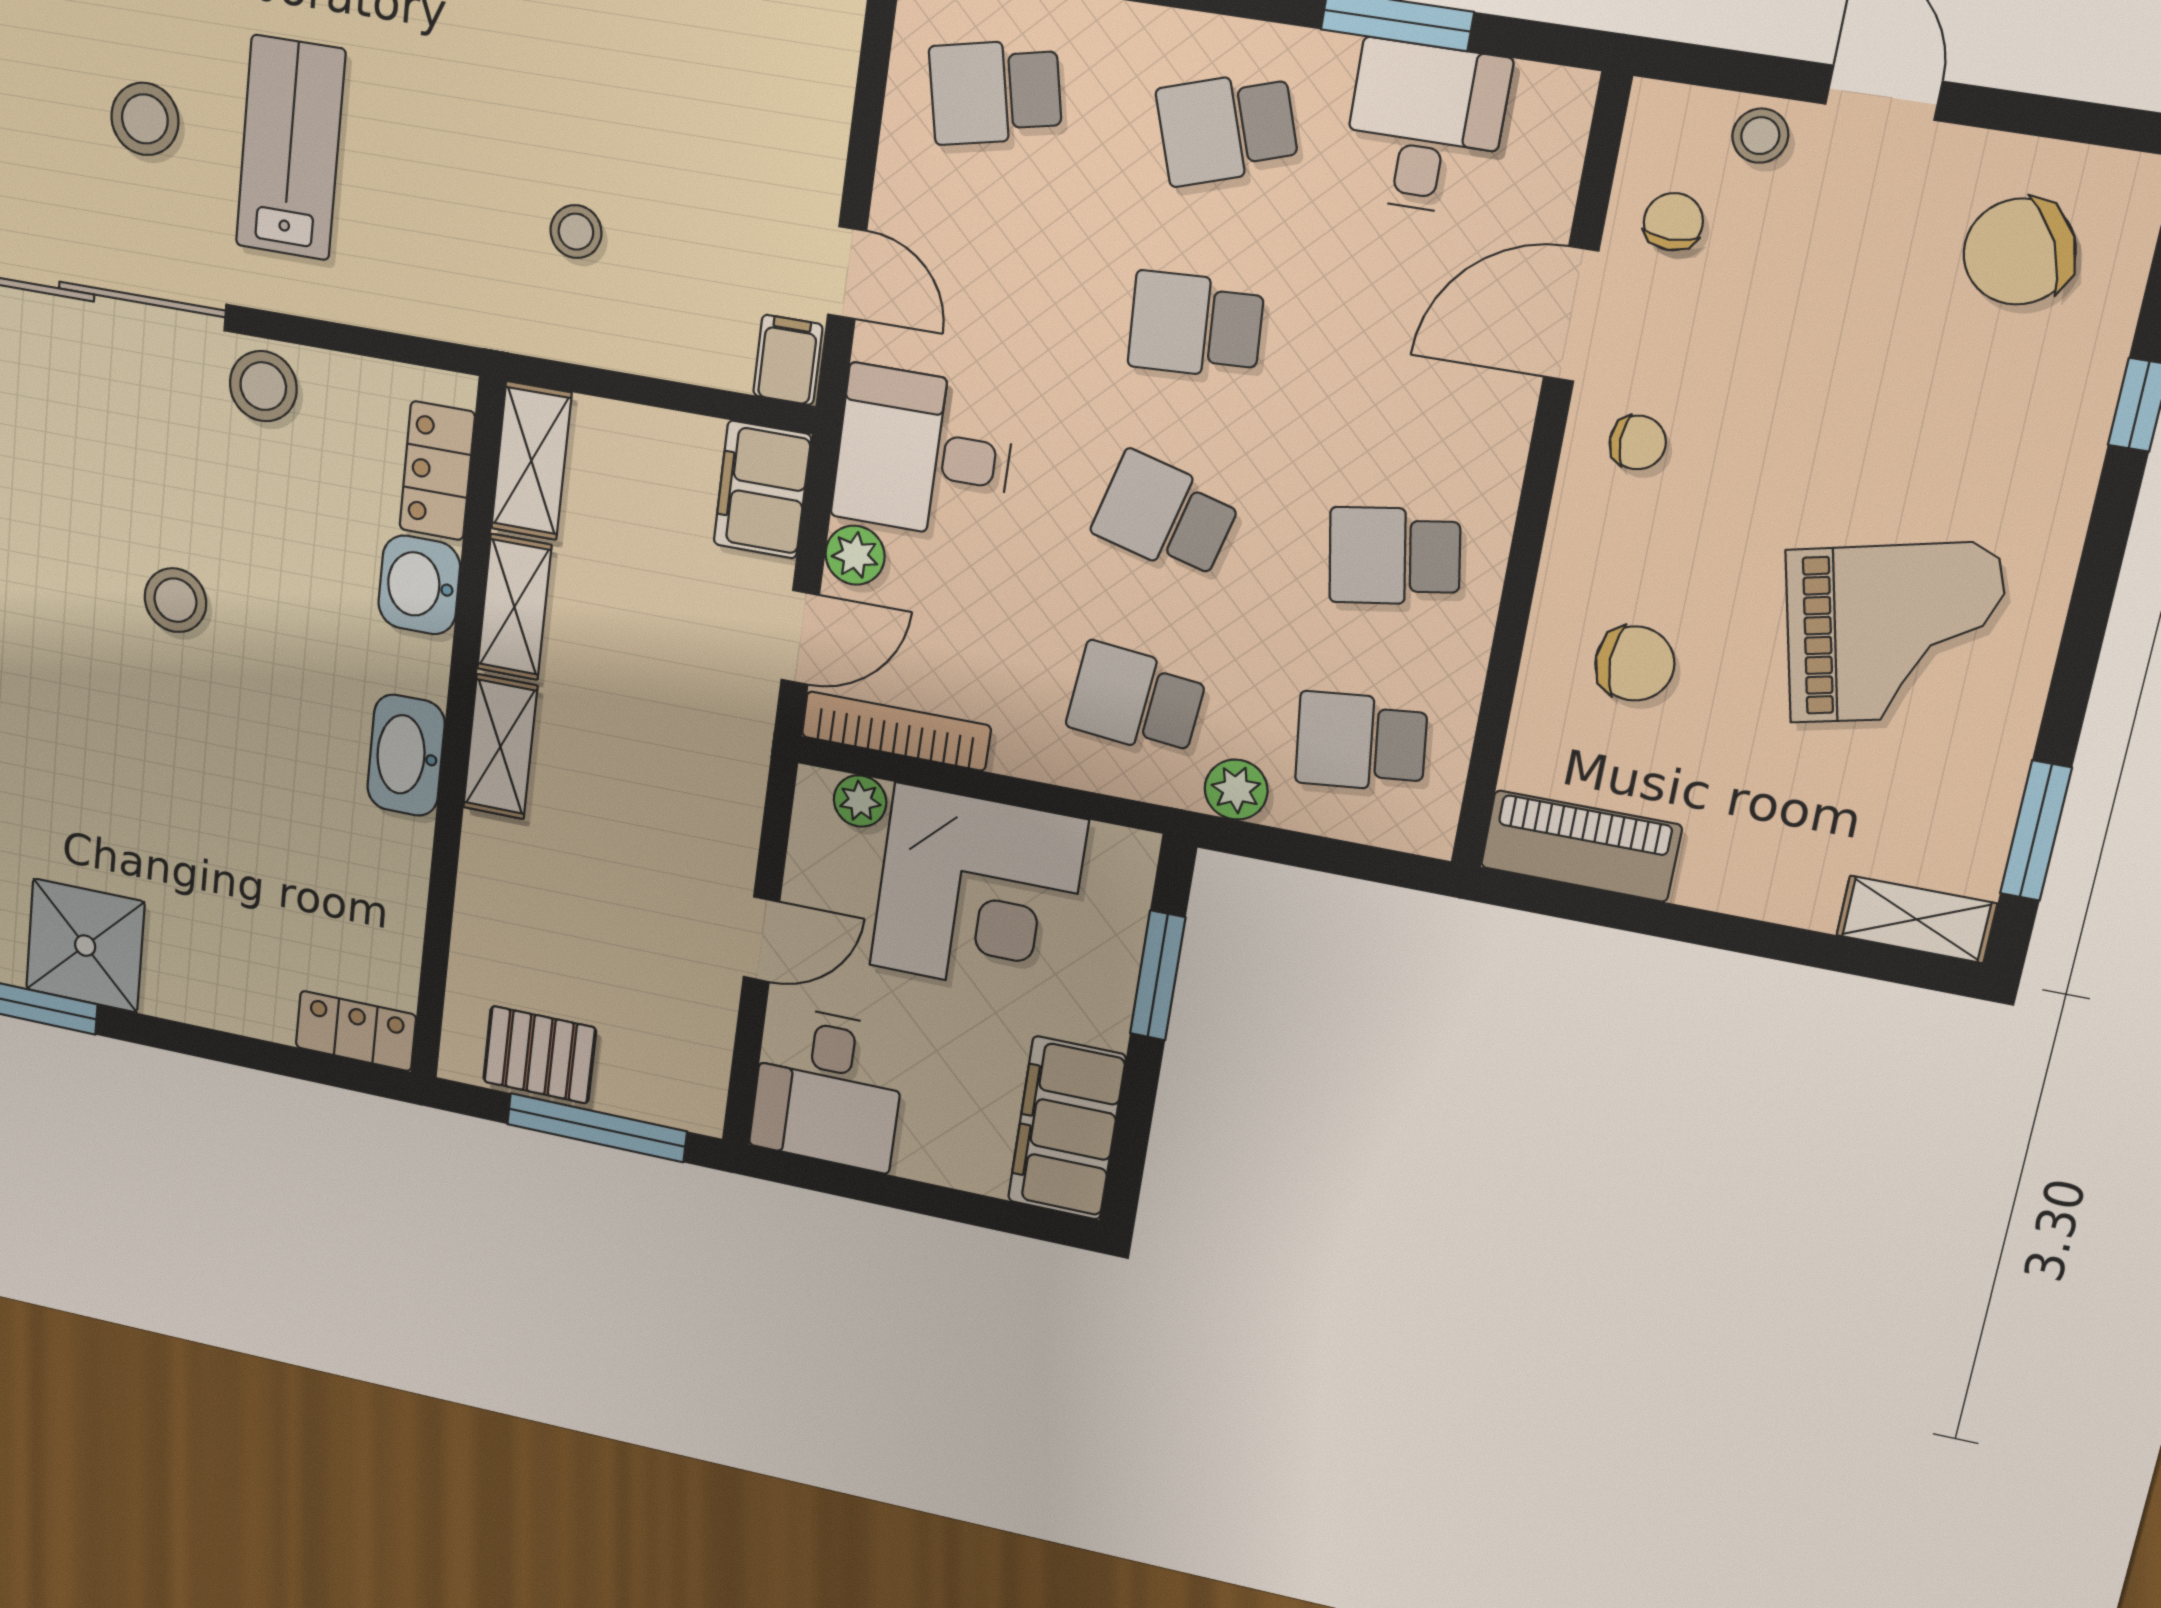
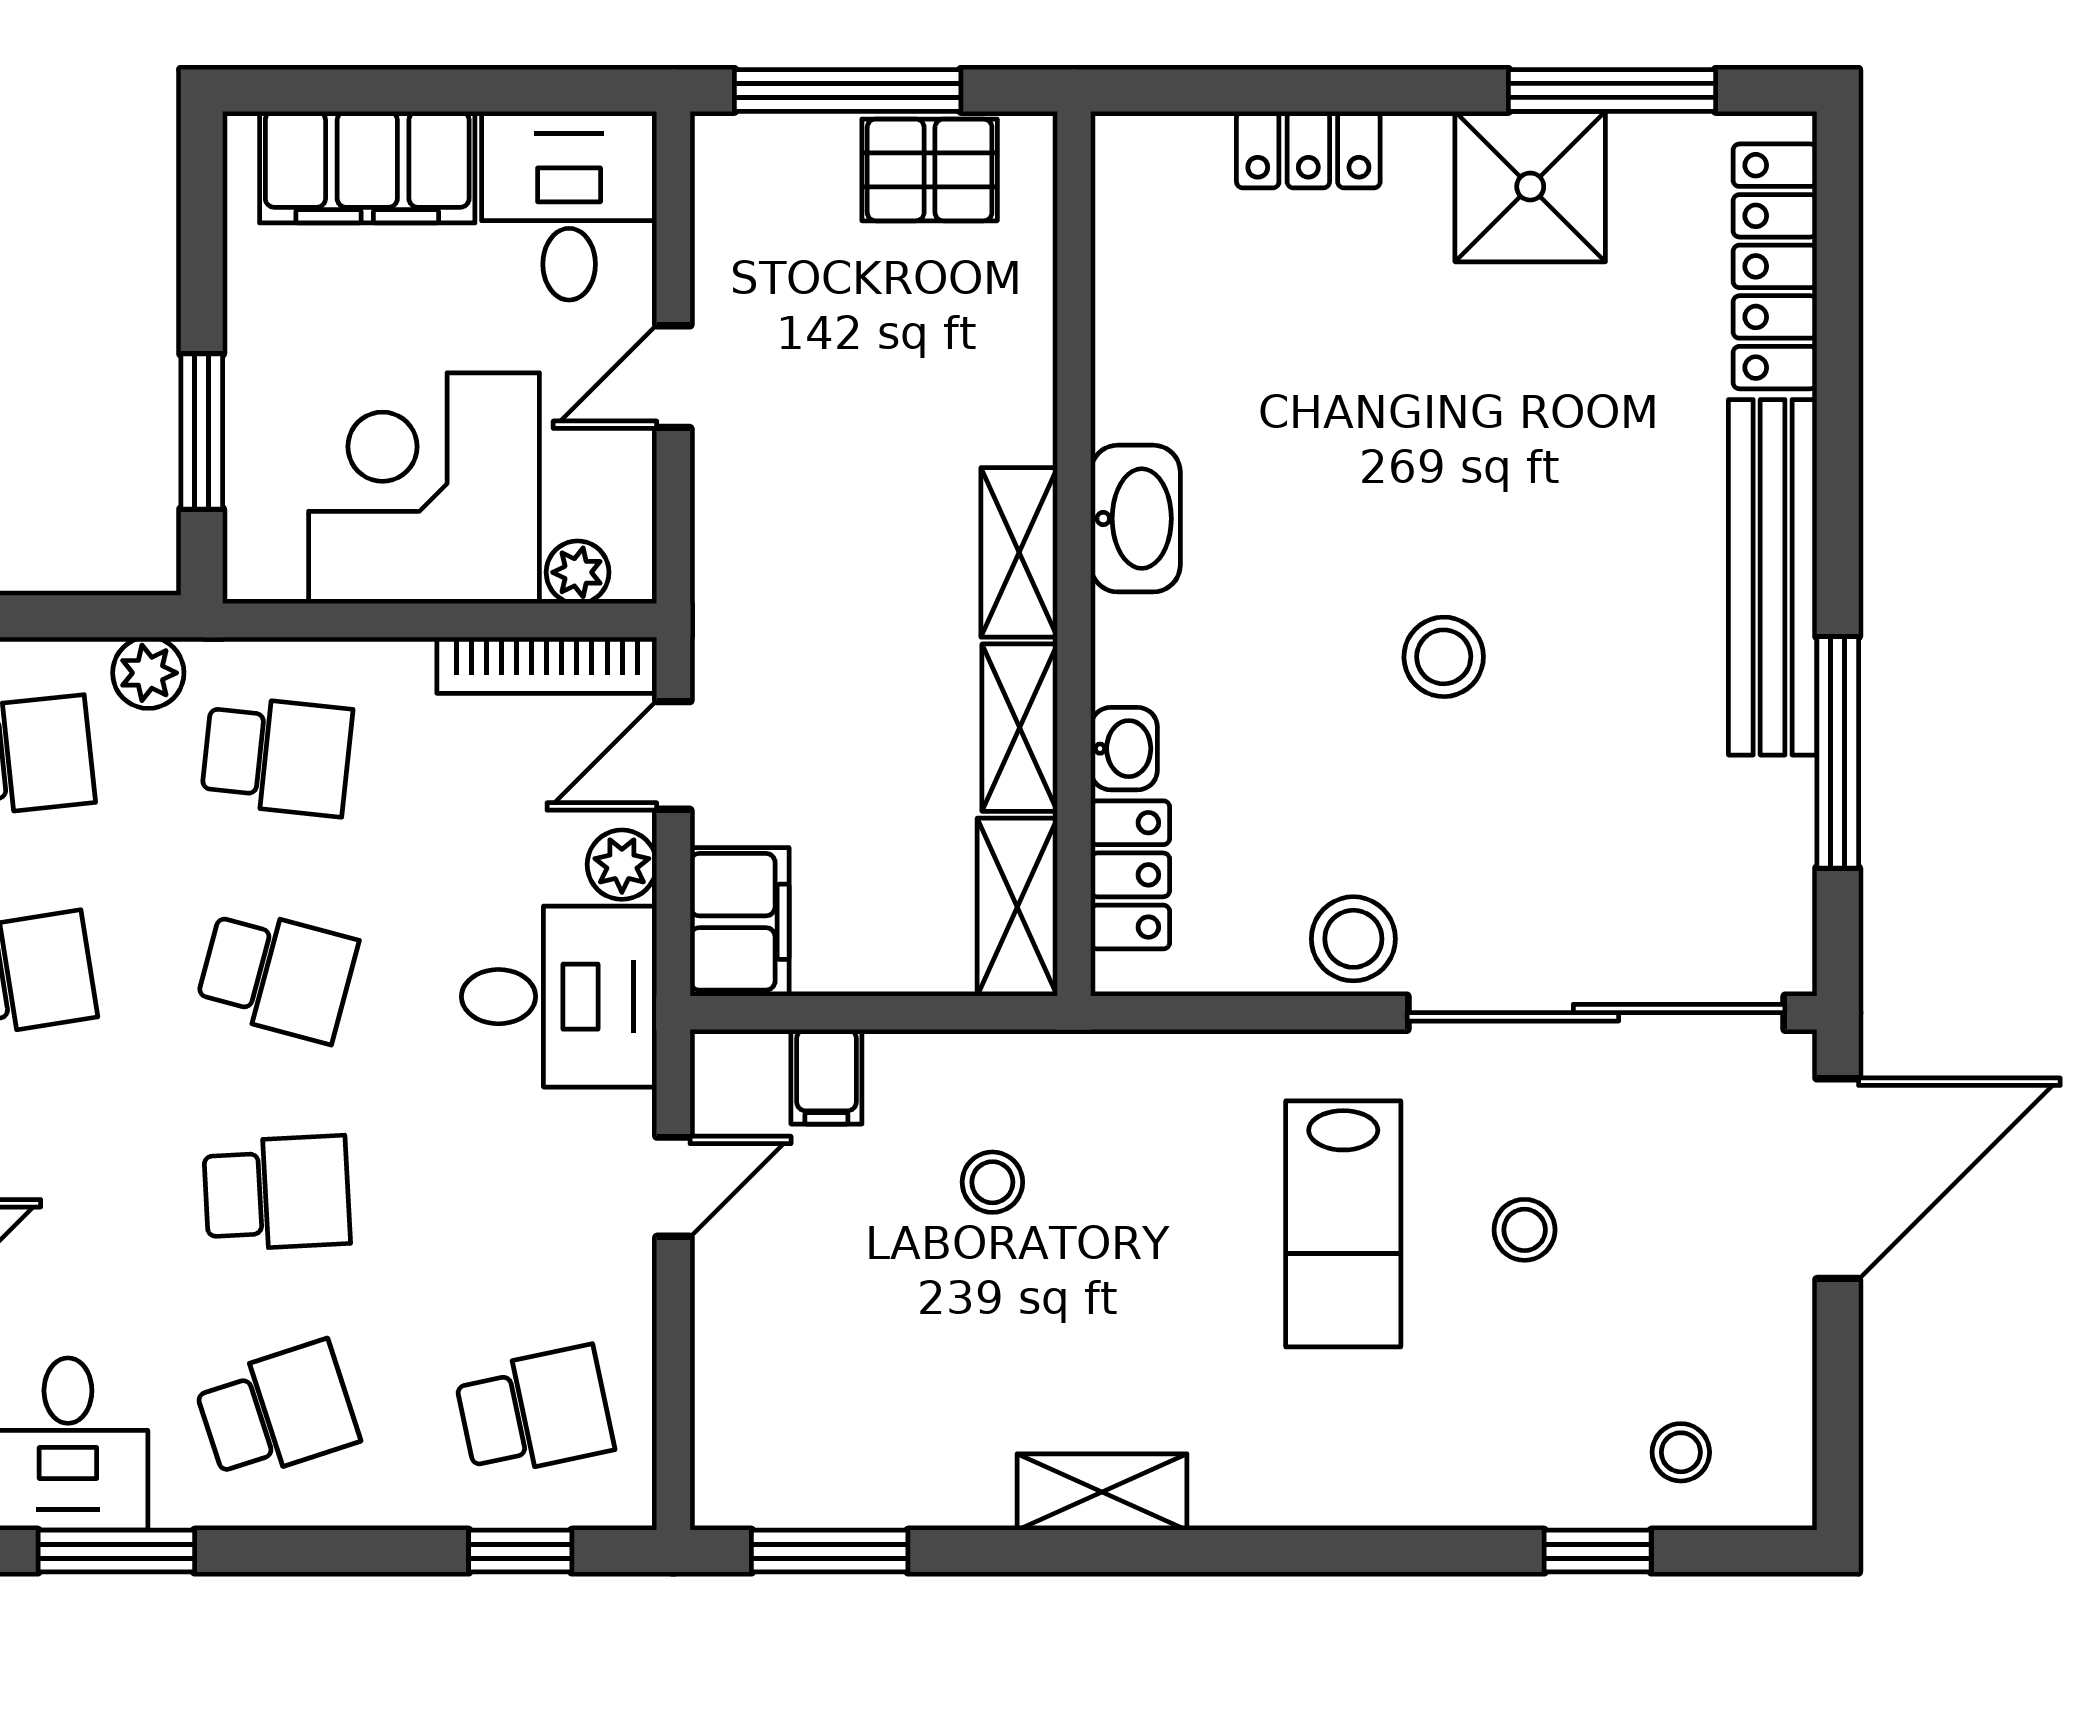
stool: (145, 119) -> (1525, 1230), width x0.73, depth x0.73
door: (847, 273) -> (673, 1187), swing flipped
filing cabinet: (788, 360) -> (826, 1077), moved
washbasin: (419, 585) -> (1124, 749), width x0.72, depth x0.69
locker: (356, 1031) -> (1308, 150), moved
filing cabinet: (1067, 1128) -> (367, 167), moved, turned 90

